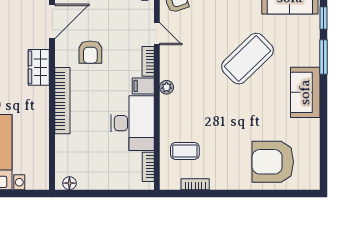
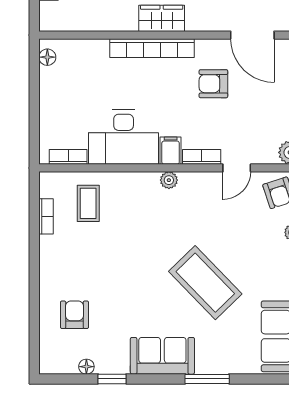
window: (324, 18) -> (112, 379), moved
wardrobe: (39, 67) -> (162, 18), moved
floor lamp: (314, 152) -> (86, 367), added
armchair: (273, 162) -> (74, 315), width x0.53, depth x0.53

